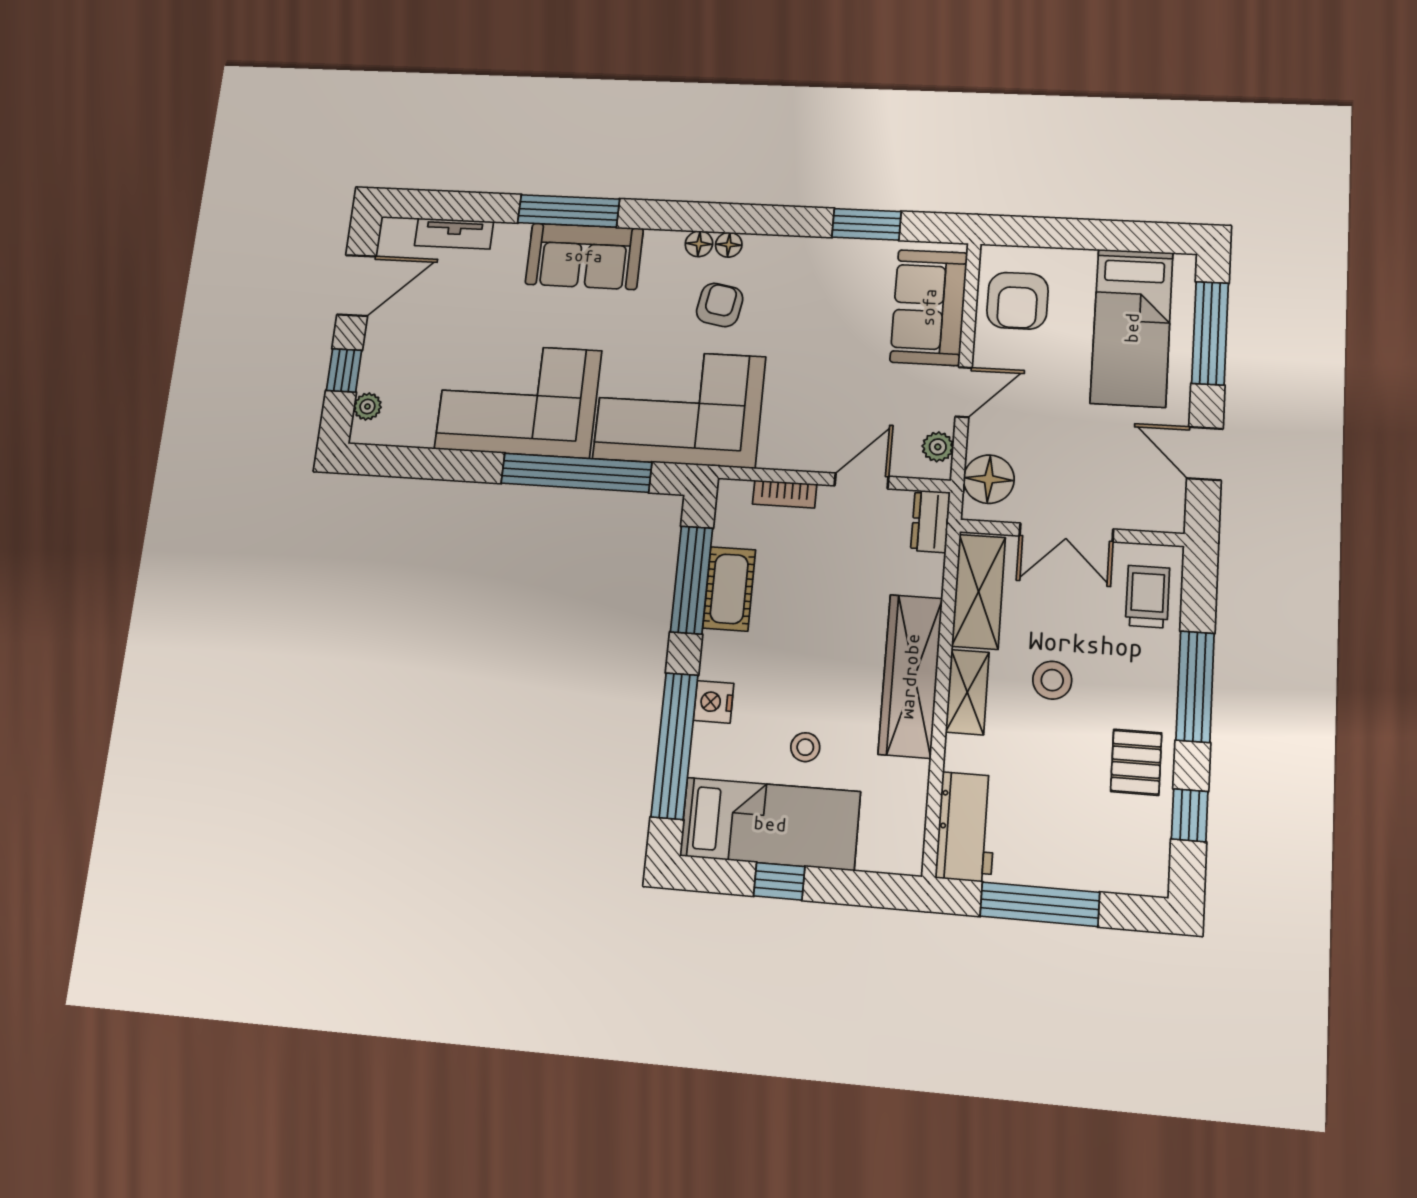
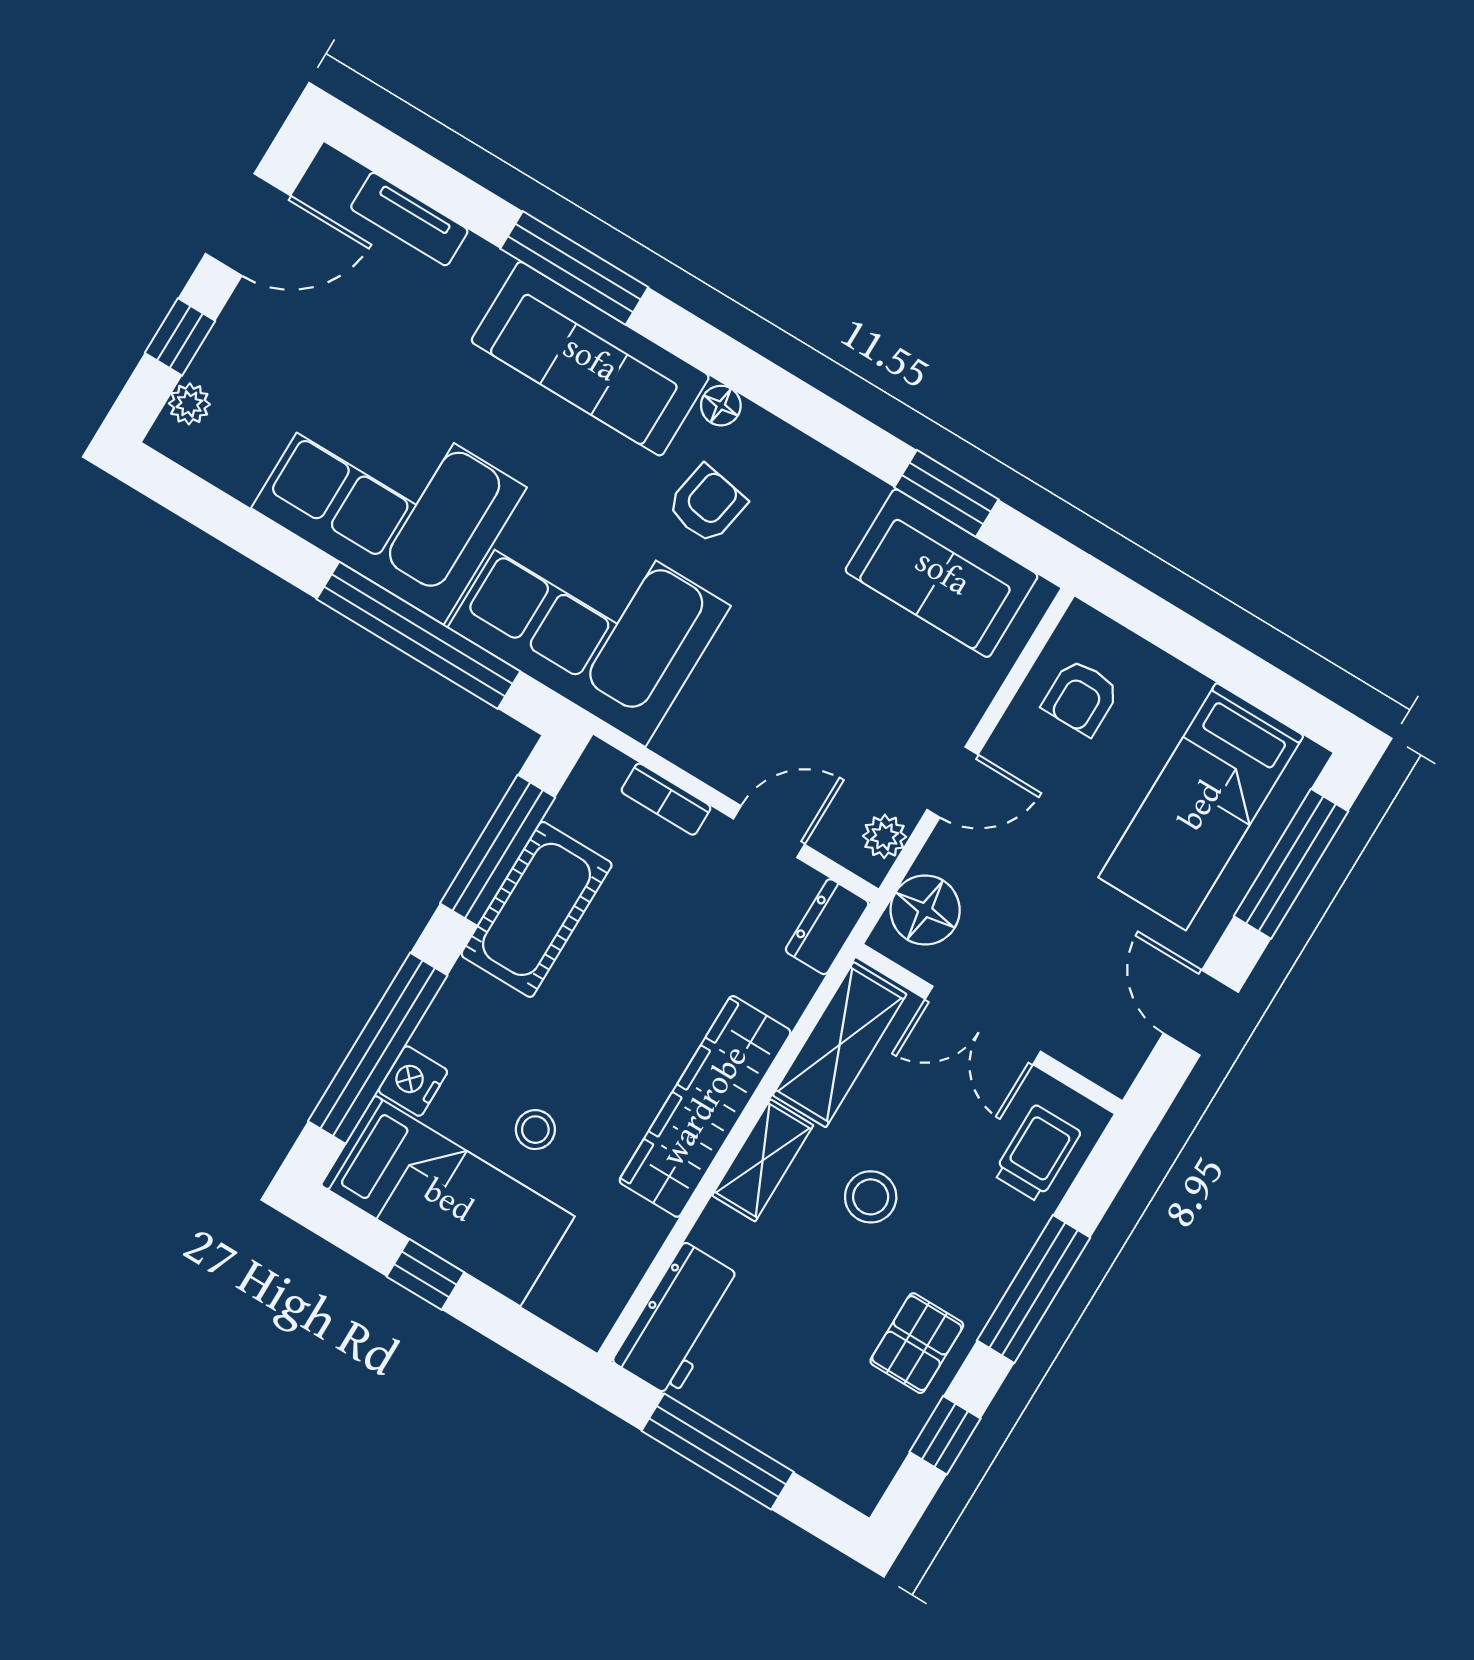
floor lamp: (729, 245) -> (758, 427), removed
sofa: (584, 256) -> (590, 359), width x1.36
armchair: (1017, 301) -> (1081, 697), width x0.72, depth x0.72
sofa: (929, 307) -> (942, 573), moved, turned -90
cot: (729, 589) -> (537, 909), width x1.37, depth x1.34
nightstand: (714, 702) -> (413, 1081), moved

